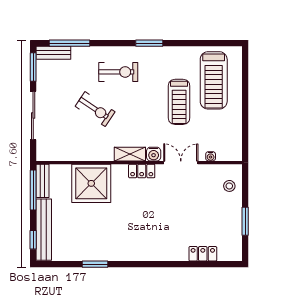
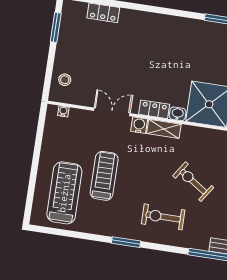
water cooler: (211, 156) -> (63, 111), moved
double door: (181, 163) -> (112, 112), swing flipped
washbasin: (119, 170) -> (178, 114), added
window: (245, 221) -> (56, 27), moved

